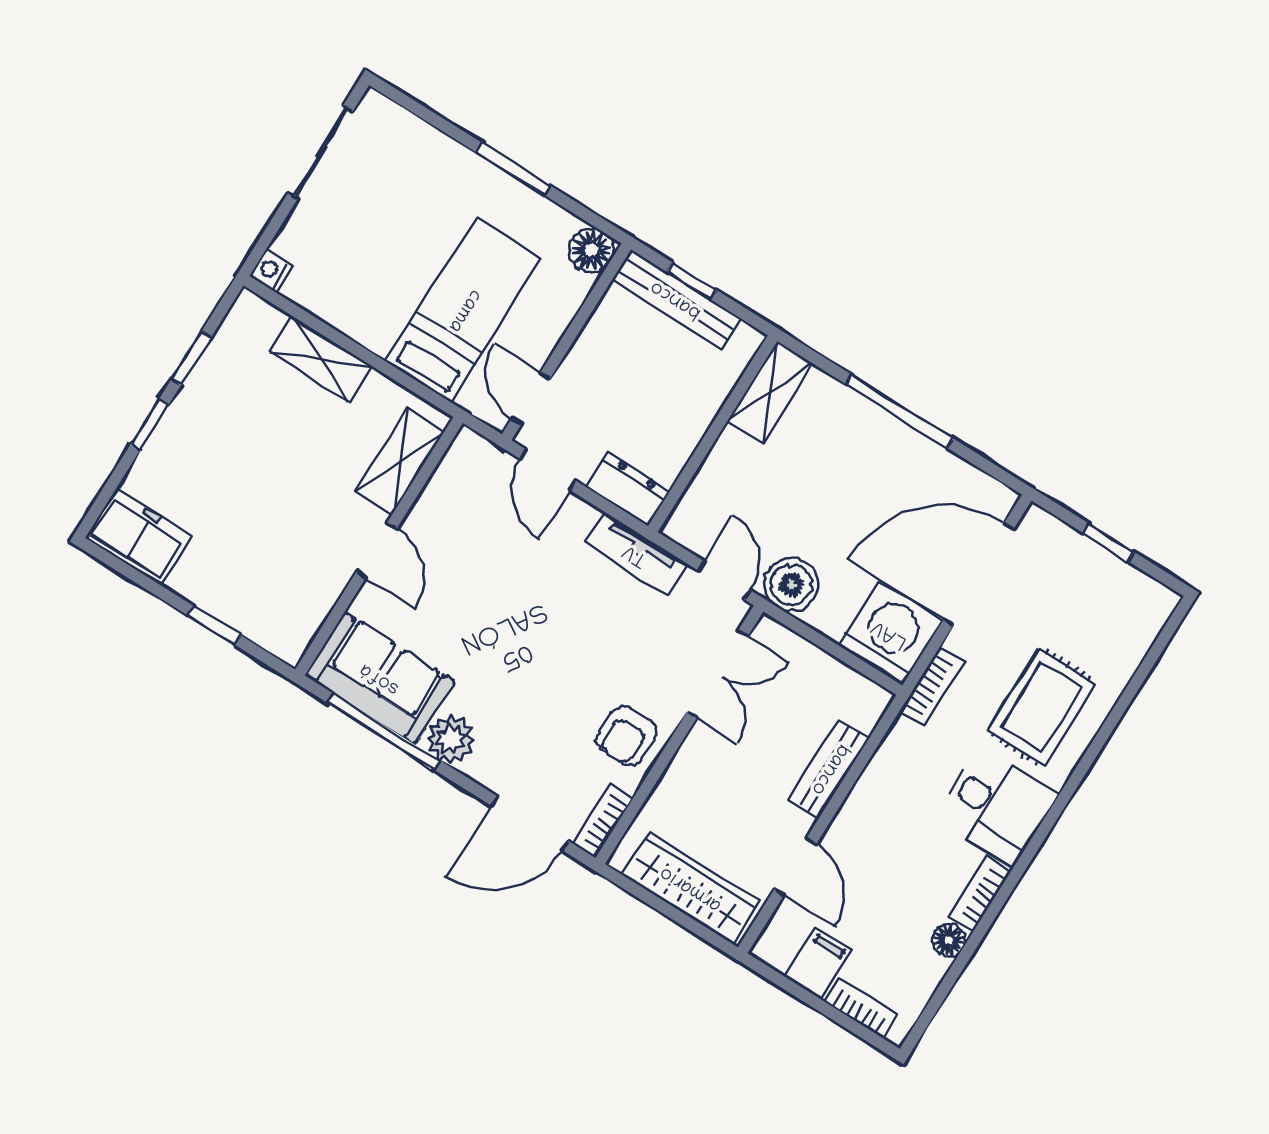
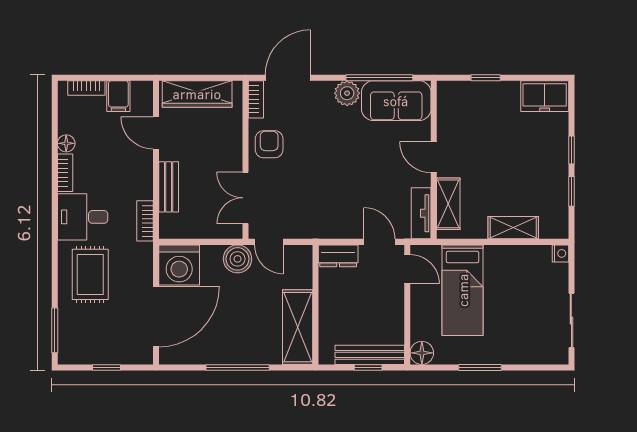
shelving: (770, 392) -> (298, 327), width x1.50, depth x1.33
tv unit: (636, 554) -> (421, 213), moved, turned -90
window: (1154, 653) -> (55, 330), added
bookcase: (932, 687) -> (145, 221), moved

